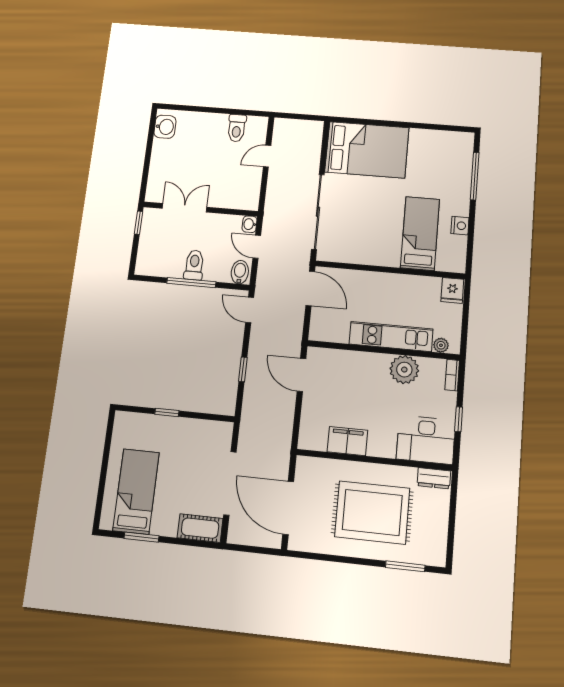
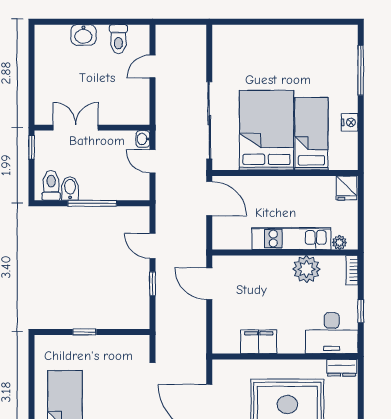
washbasin: (165, 127) -> (83, 35), moved, turned 90
bed: (367, 150) -> (267, 130), moved, turned -90
toilet: (194, 265) -> (51, 185), moved
bidet: (240, 272) -> (70, 188), moved
door: (250, 310) -> (153, 246), moved

